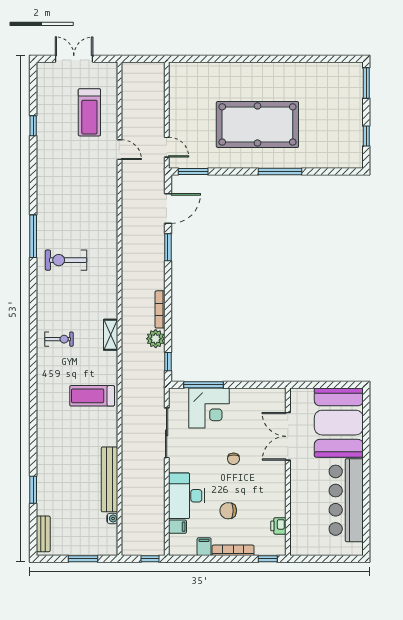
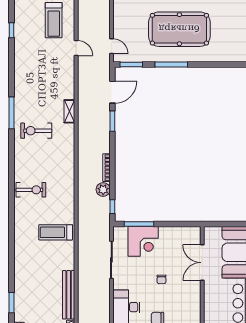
window: (280, 172) -> (171, 64), moved
shelving: (111, 335) -> (69, 111), moved
exercise bike: (59, 339) -> (31, 190), width x1.38, depth x1.39

